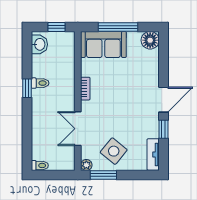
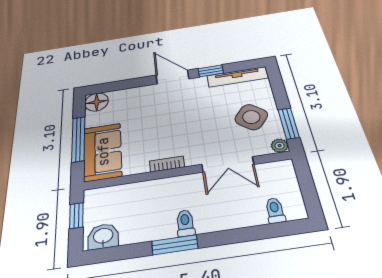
toilet: (40, 83) -> (185, 223), moved
window: (27, 88) -> (175, 245), width x1.50
tv unit: (153, 154) -> (237, 77), width x1.41
toilet: (40, 165) -> (275, 210), moved

